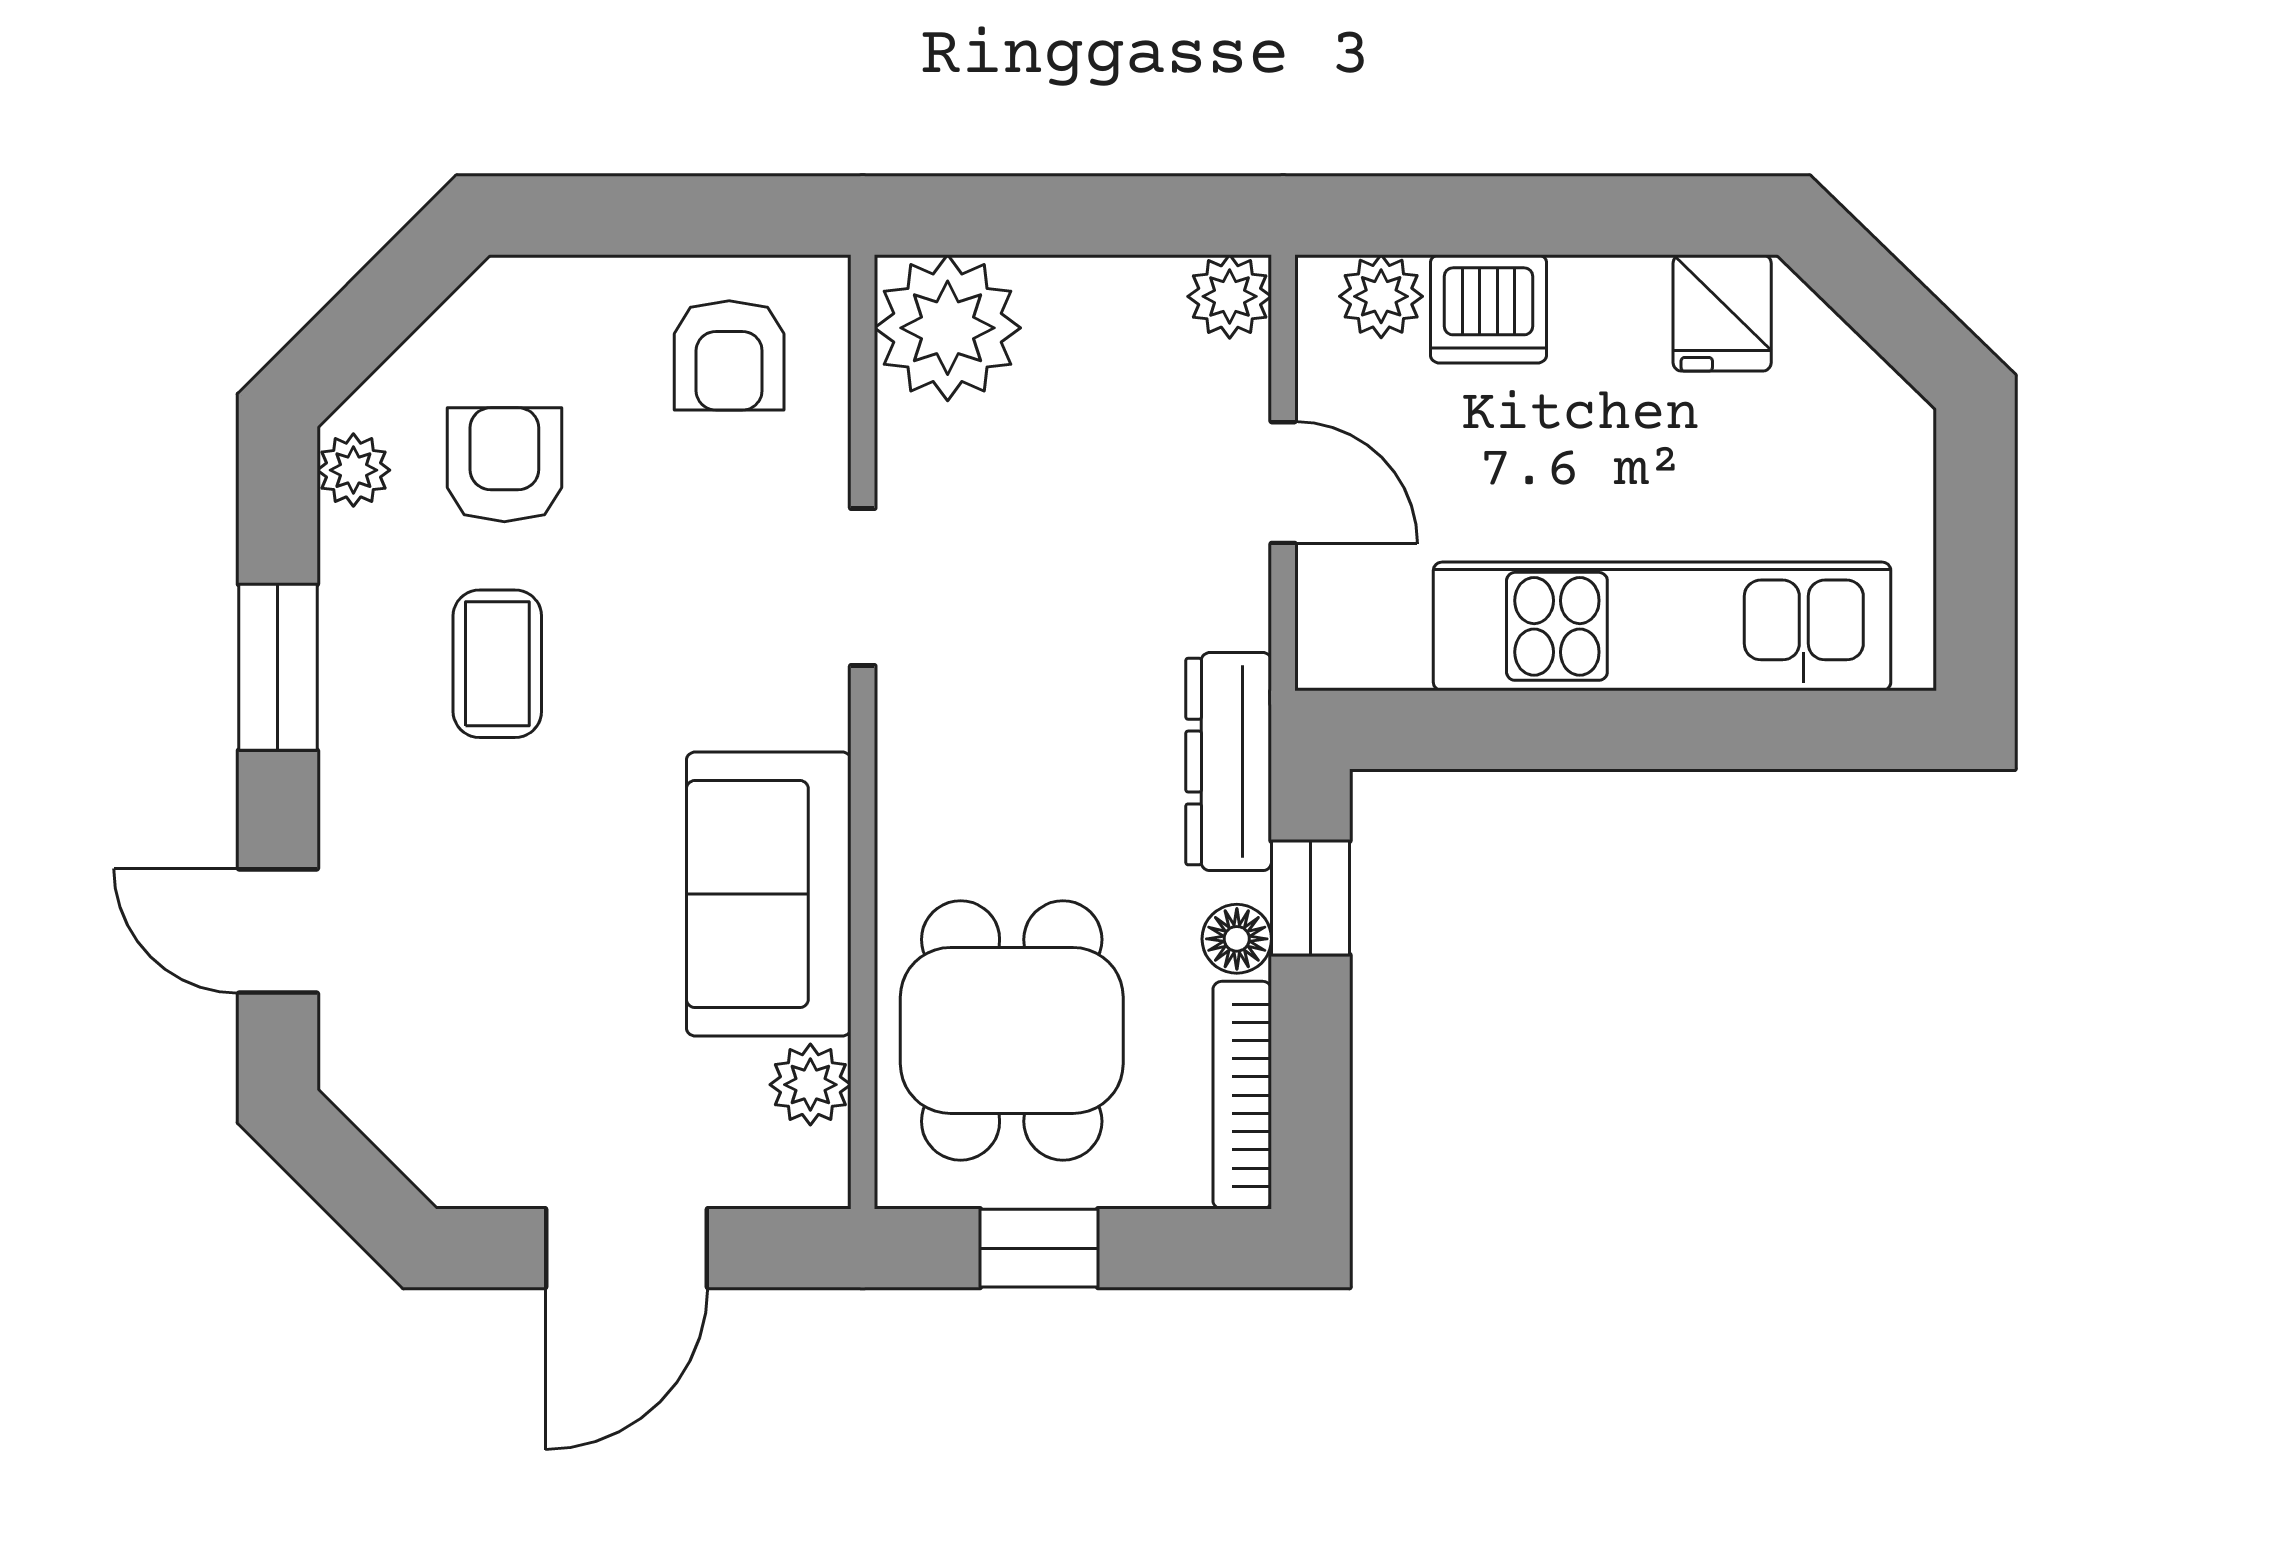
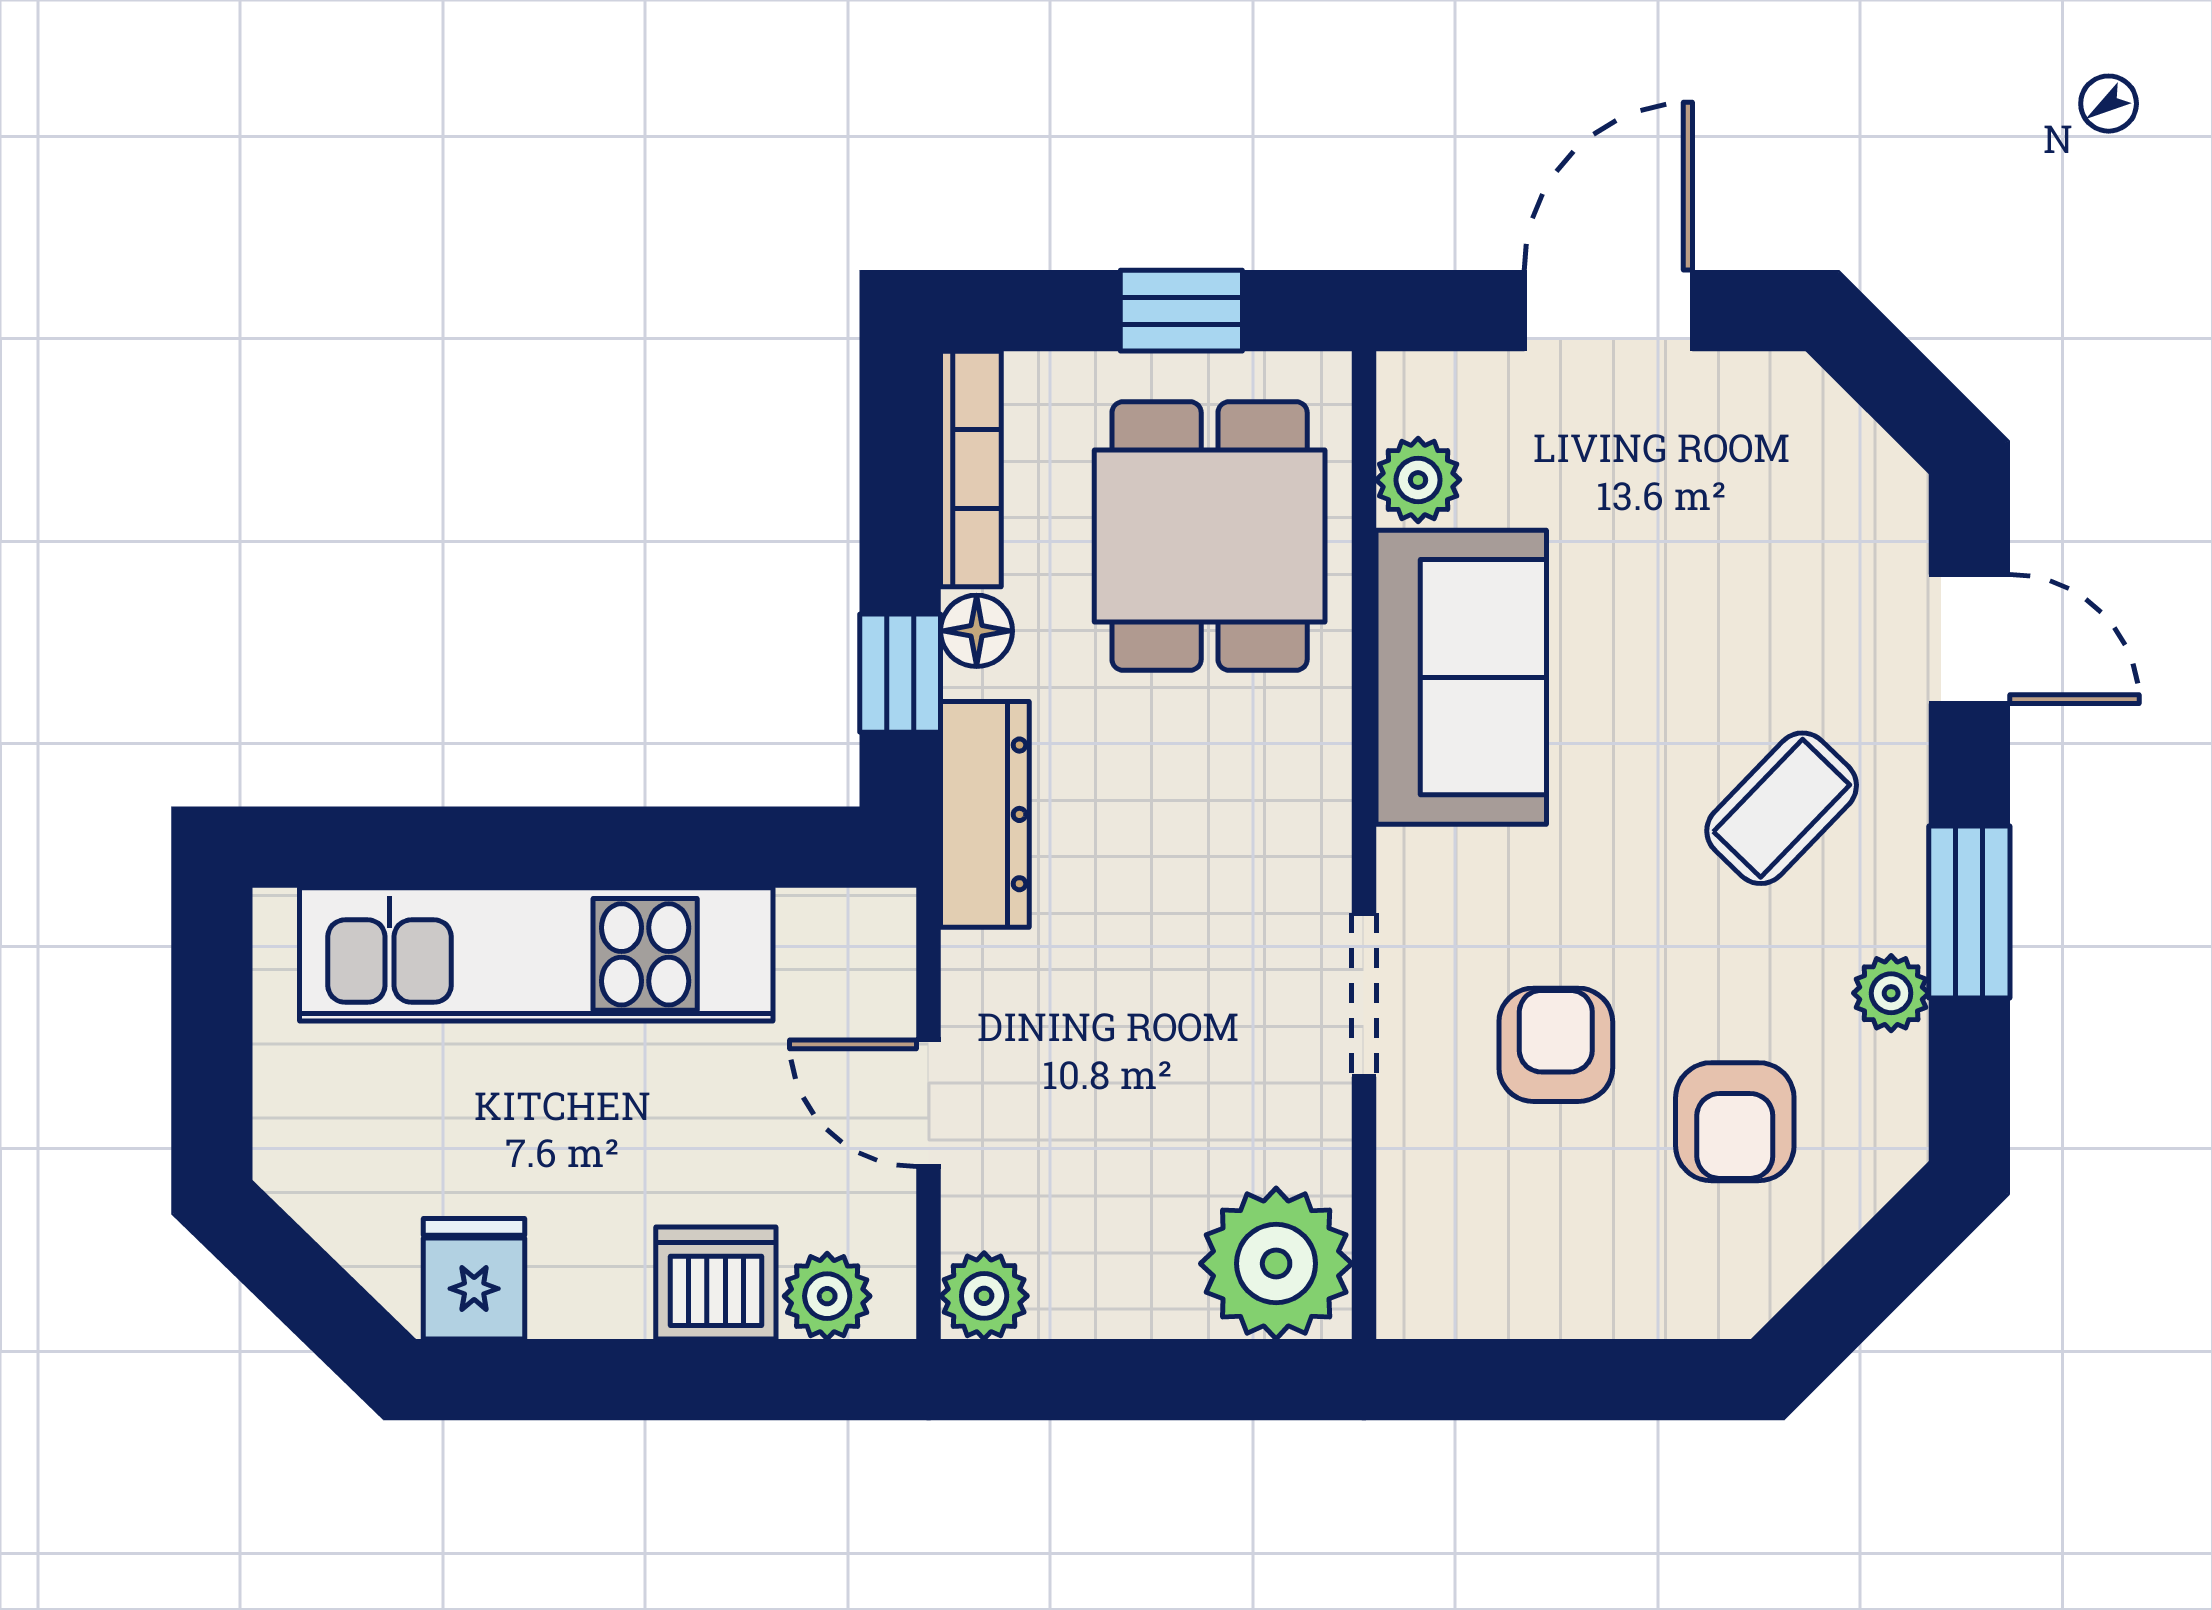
armchair: (729, 355) -> (1556, 1045), moved
plant: (353, 470) -> (1891, 993), moved
coffee table: (497, 664) -> (1782, 808), moved, turned 44

